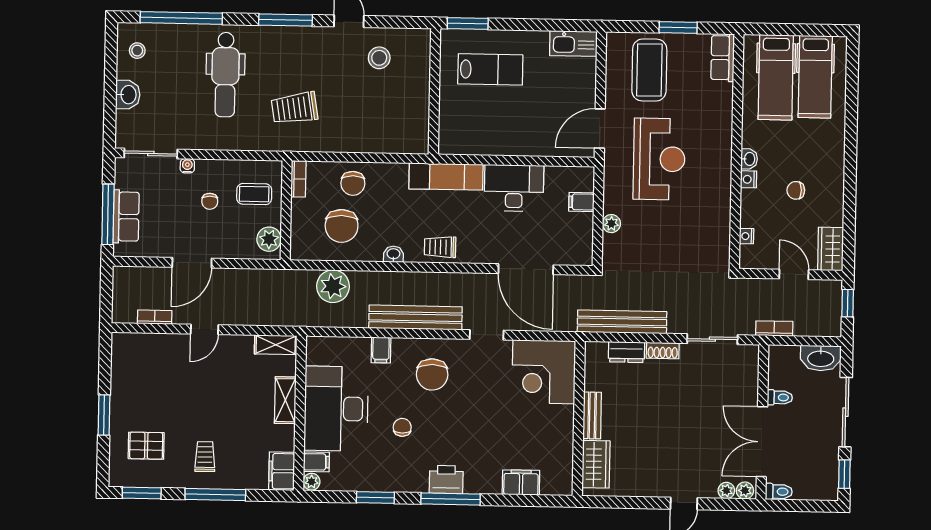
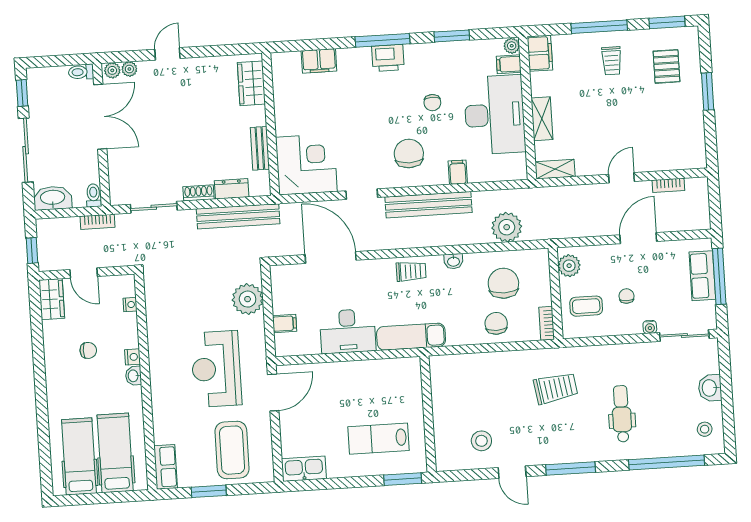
dental chair: (225, 75) -> (622, 414), width x0.73, depth x0.72
plant: (611, 224) -> (248, 299), width x1.87, depth x1.87
toilet: (780, 397) -> (93, 195), moved, turned 90
bench: (592, 415) -> (260, 148), moved
pallet: (146, 446) -> (666, 66), turned 90

